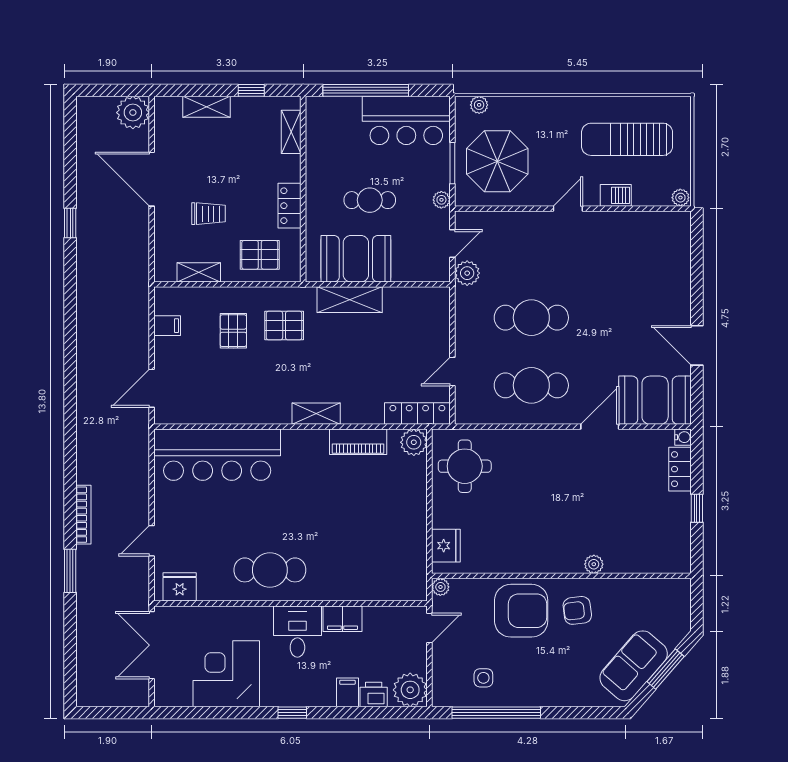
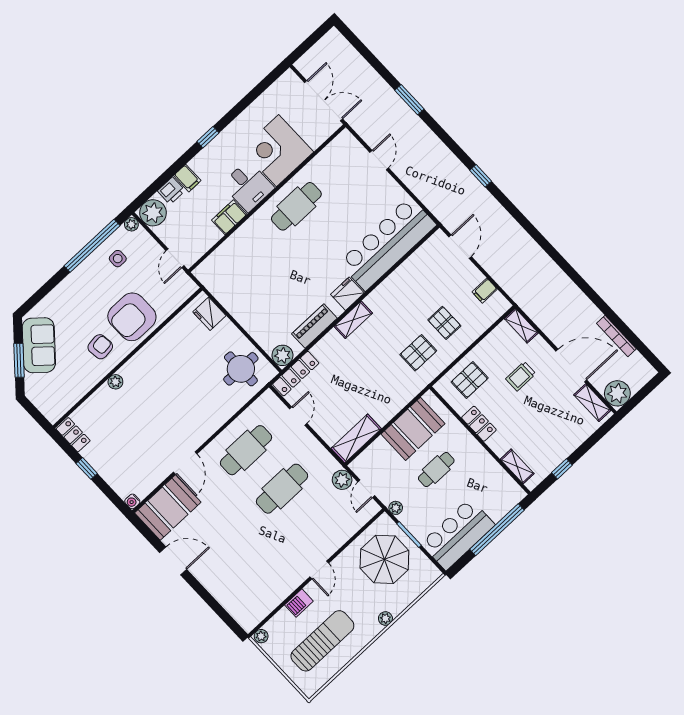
plant: (479, 105) -> (385, 619), moved
shelving: (206, 107) -> (592, 403), moved, turned 90
window: (70, 223) -> (481, 176), moved
shelving: (199, 272) -> (521, 326), moved, turned 90
shelving: (350, 300) -> (356, 438), moved
locker: (680, 469) -> (73, 435), moved
bookcase: (83, 515) -> (616, 336), moved
fridge: (180, 587) -> (347, 294), moved, turned 180
plant: (440, 587) -> (131, 224), moved
corner desk: (226, 674) -> (278, 151), moved, turned 180

